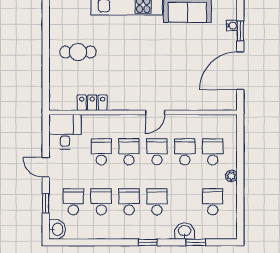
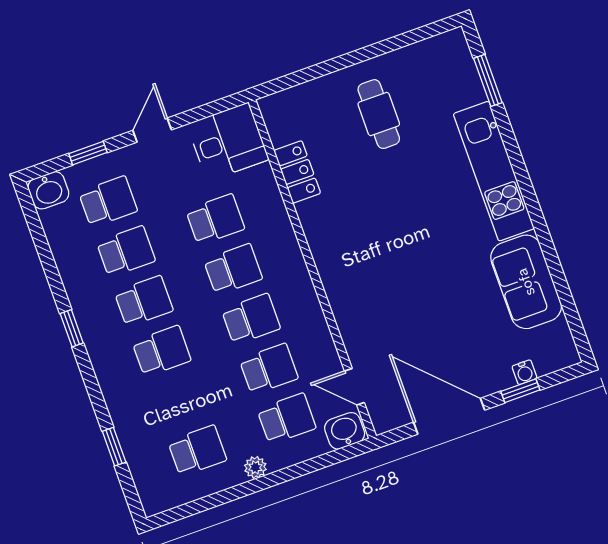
door: (155, 112) -> (354, 387), moved
washbasin: (185, 231) -> (345, 431), moved, turned -90
window: (148, 242) -> (72, 328), moved

